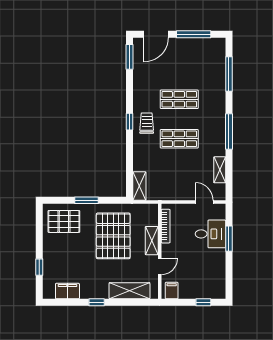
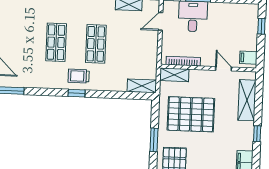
shelving: (152, 241) -> (174, 75), moved

